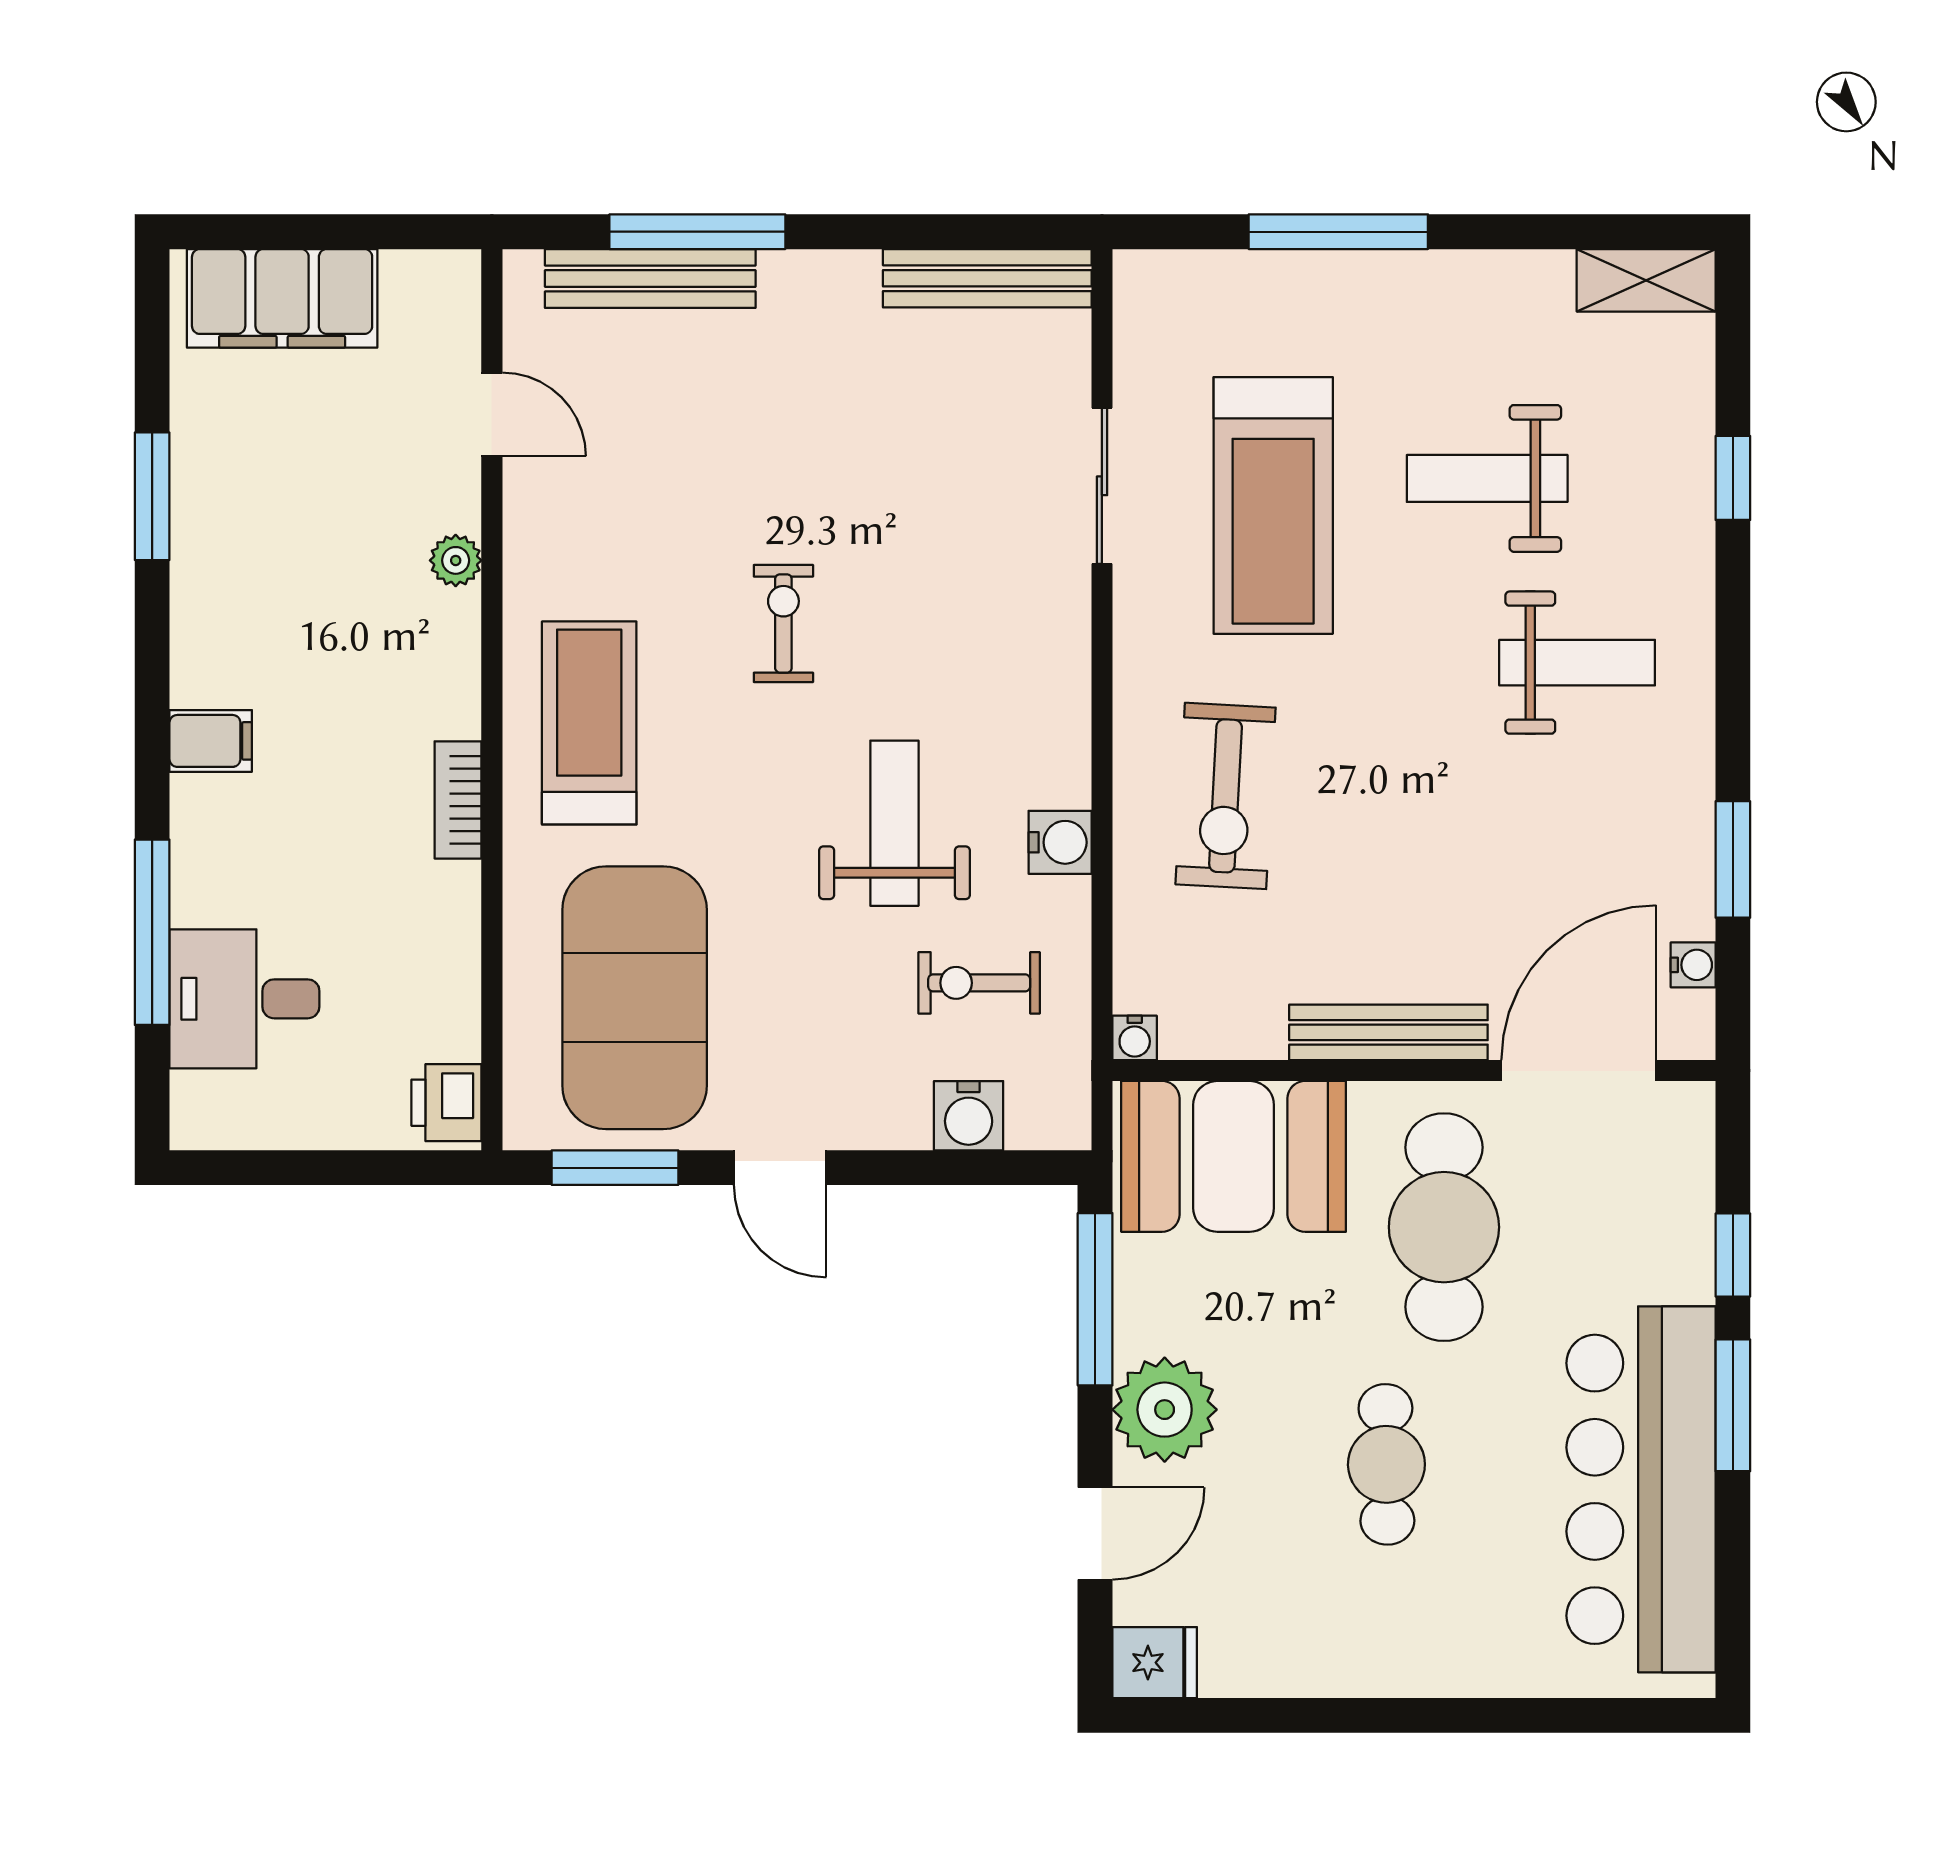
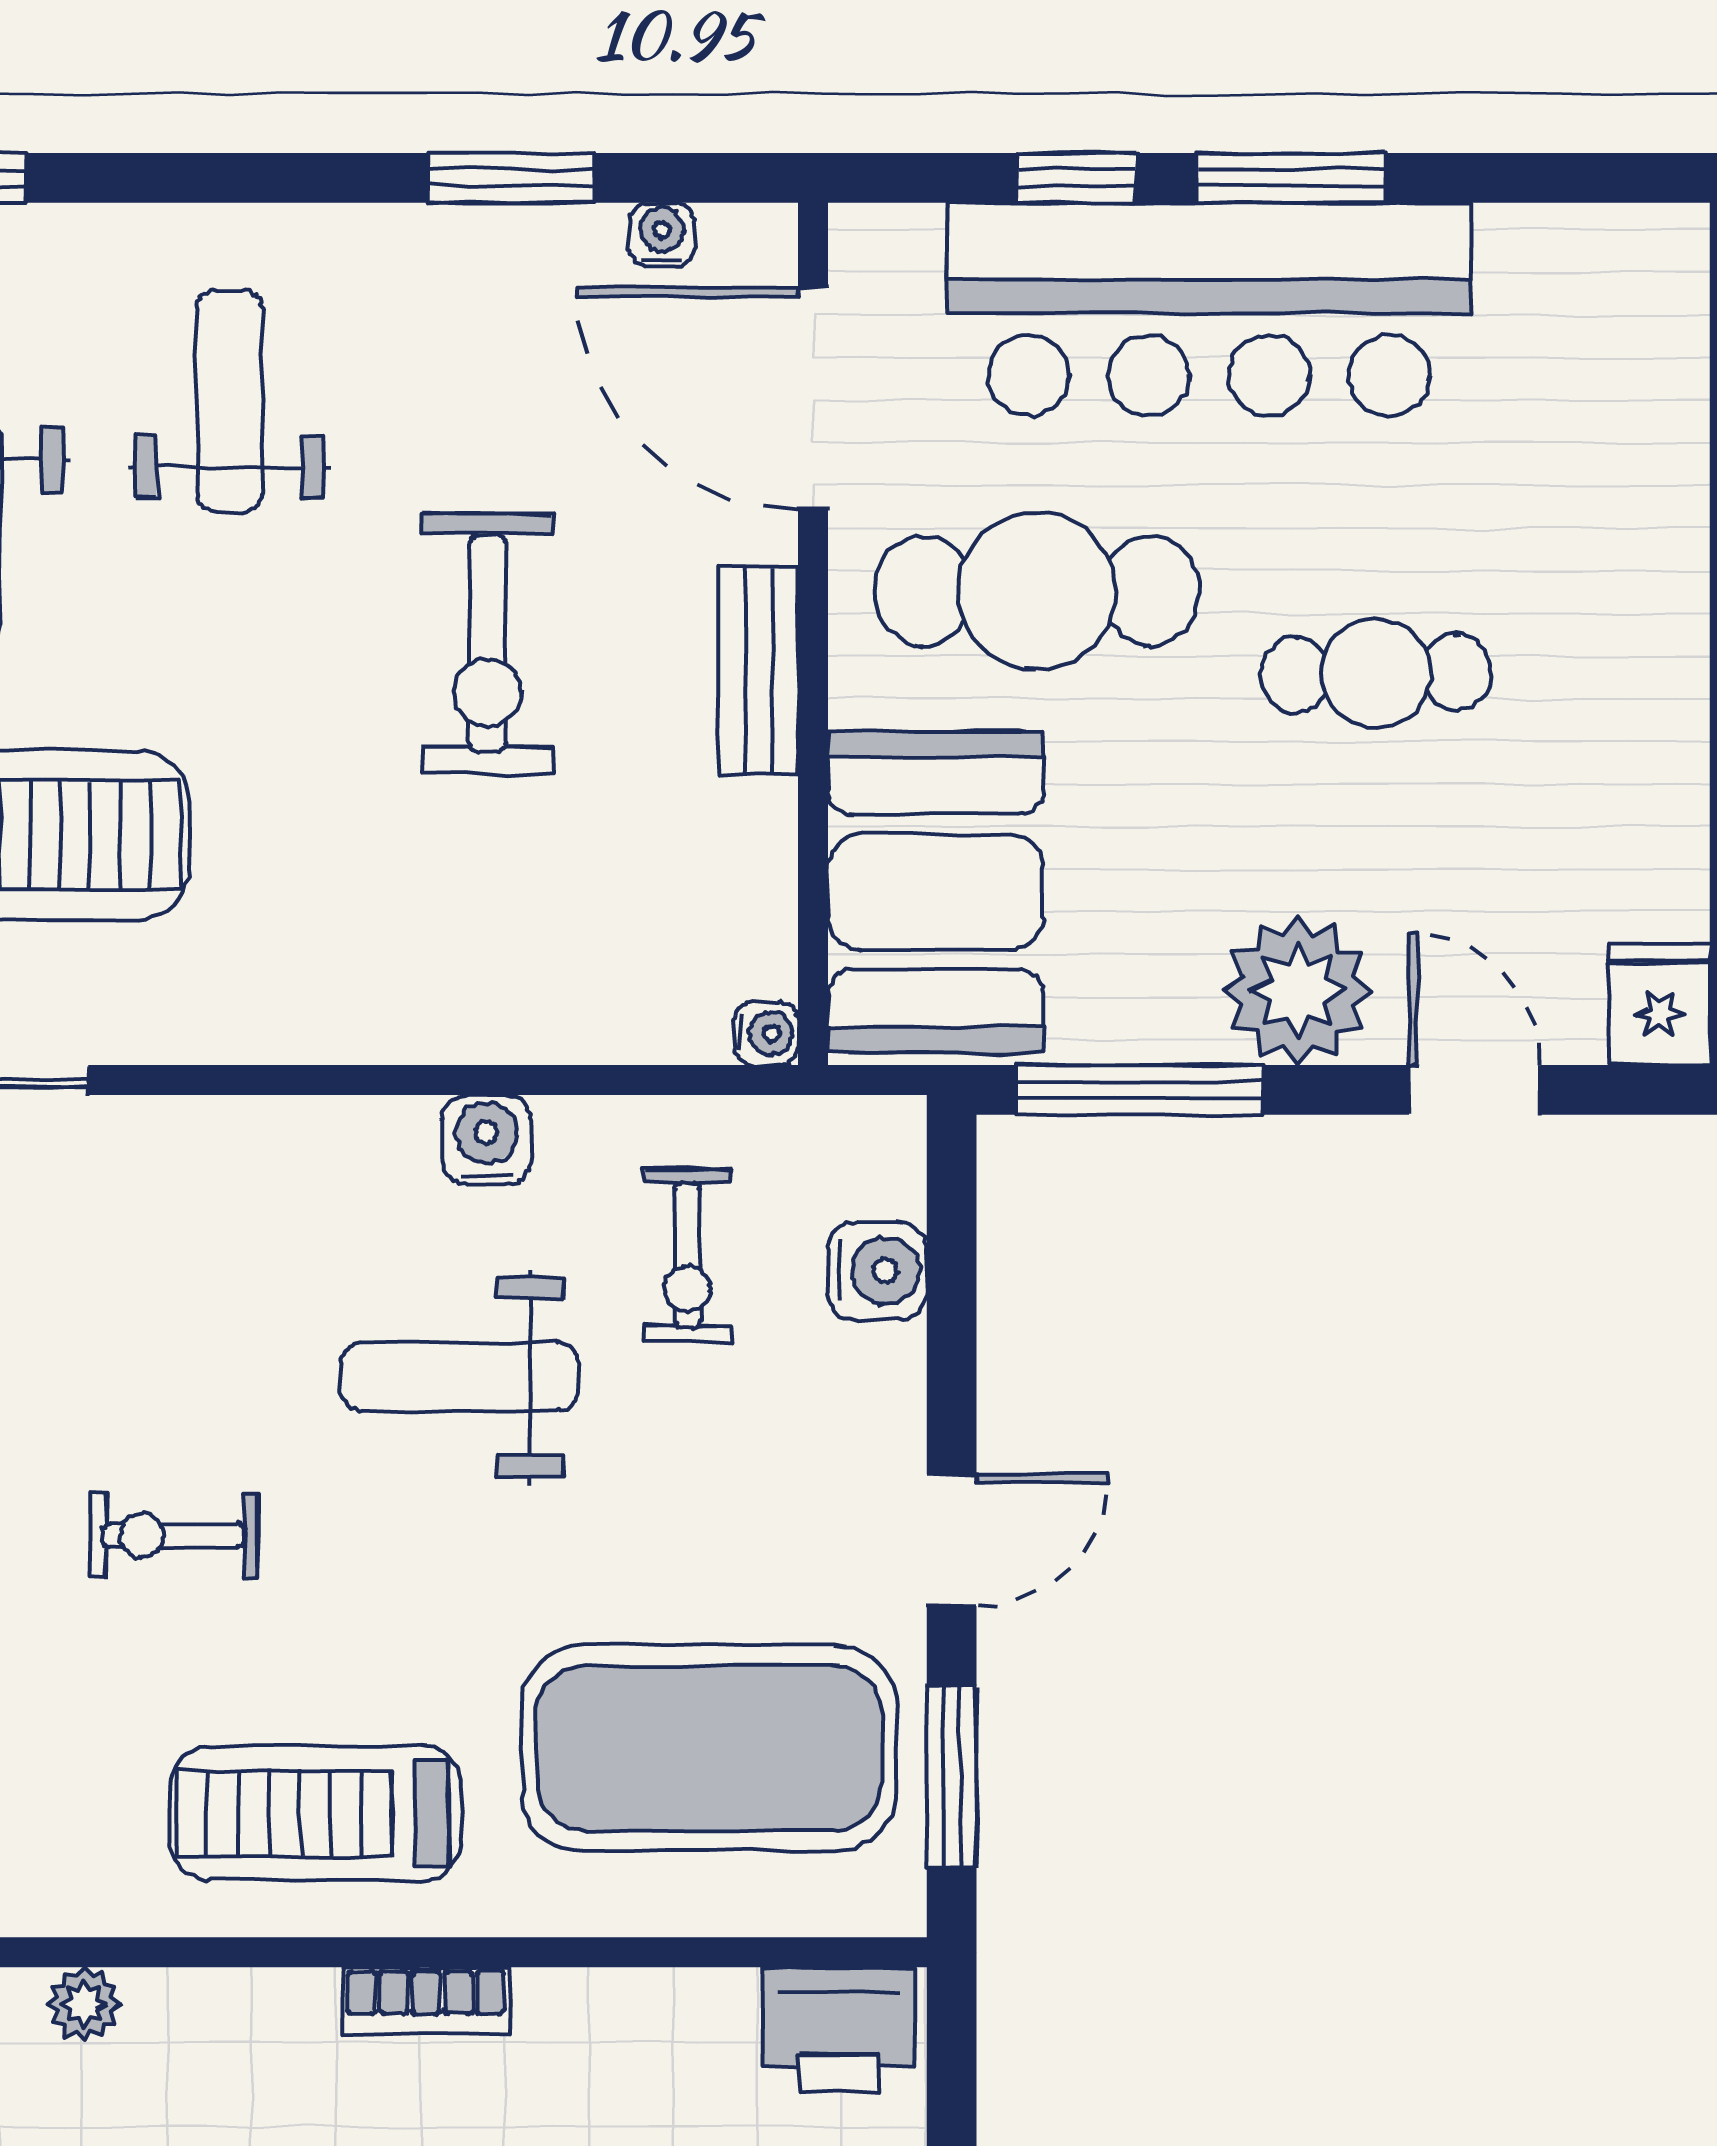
exercise bike: (1226, 796) -> (487, 643), moved, turned 87
bench: (1388, 1032) -> (758, 670), width x0.73
printer: (446, 1103) -> (839, 2029), width x1.36, depth x1.24
bar counter: (1641, 1489) -> (1209, 309), moved

